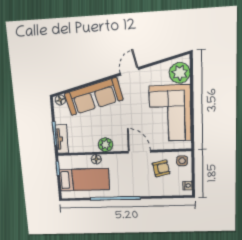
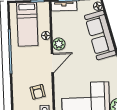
door: (139, 152) -> (52, 63), moved

